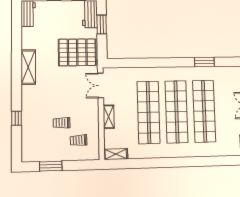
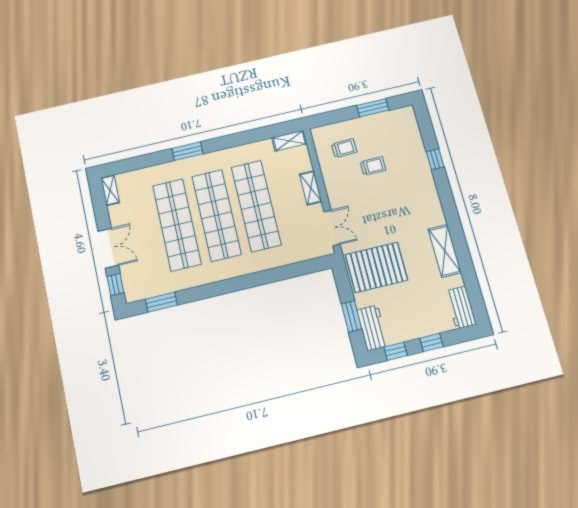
window: (204, 62) -> (161, 302), moved
shelving: (28, 67) -> (445, 251), moved
window: (188, 162) -> (187, 151), added

